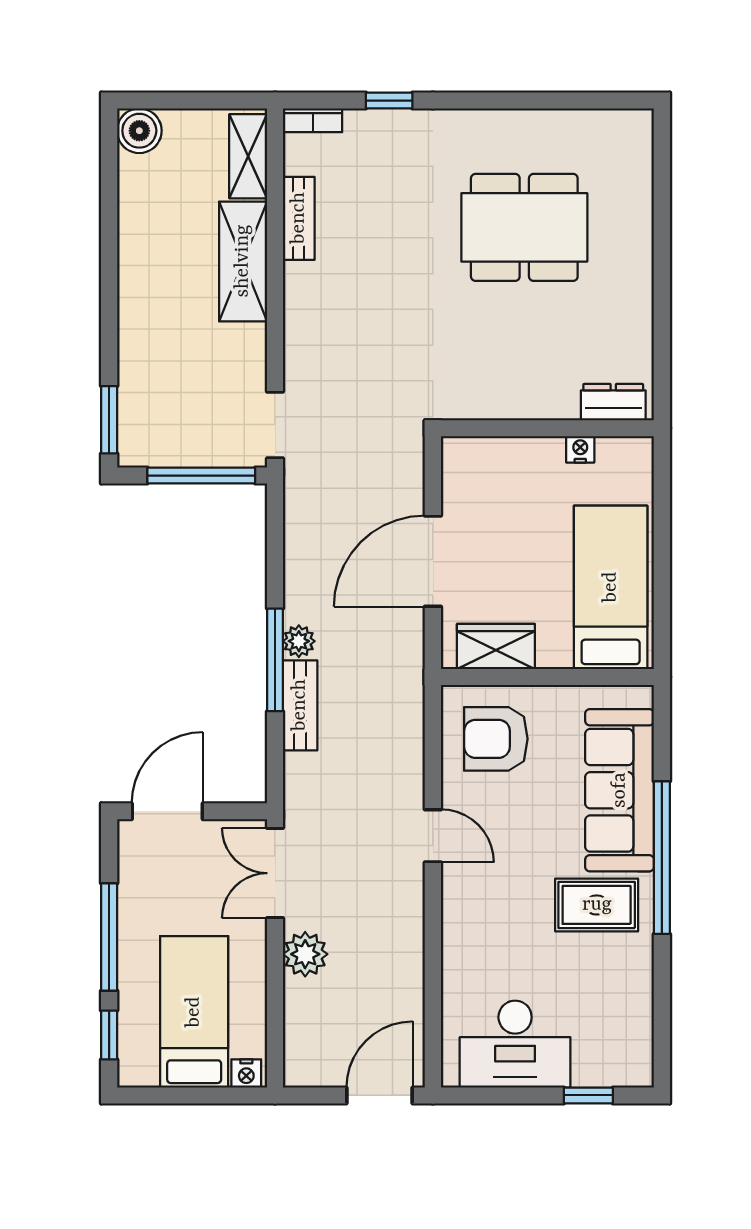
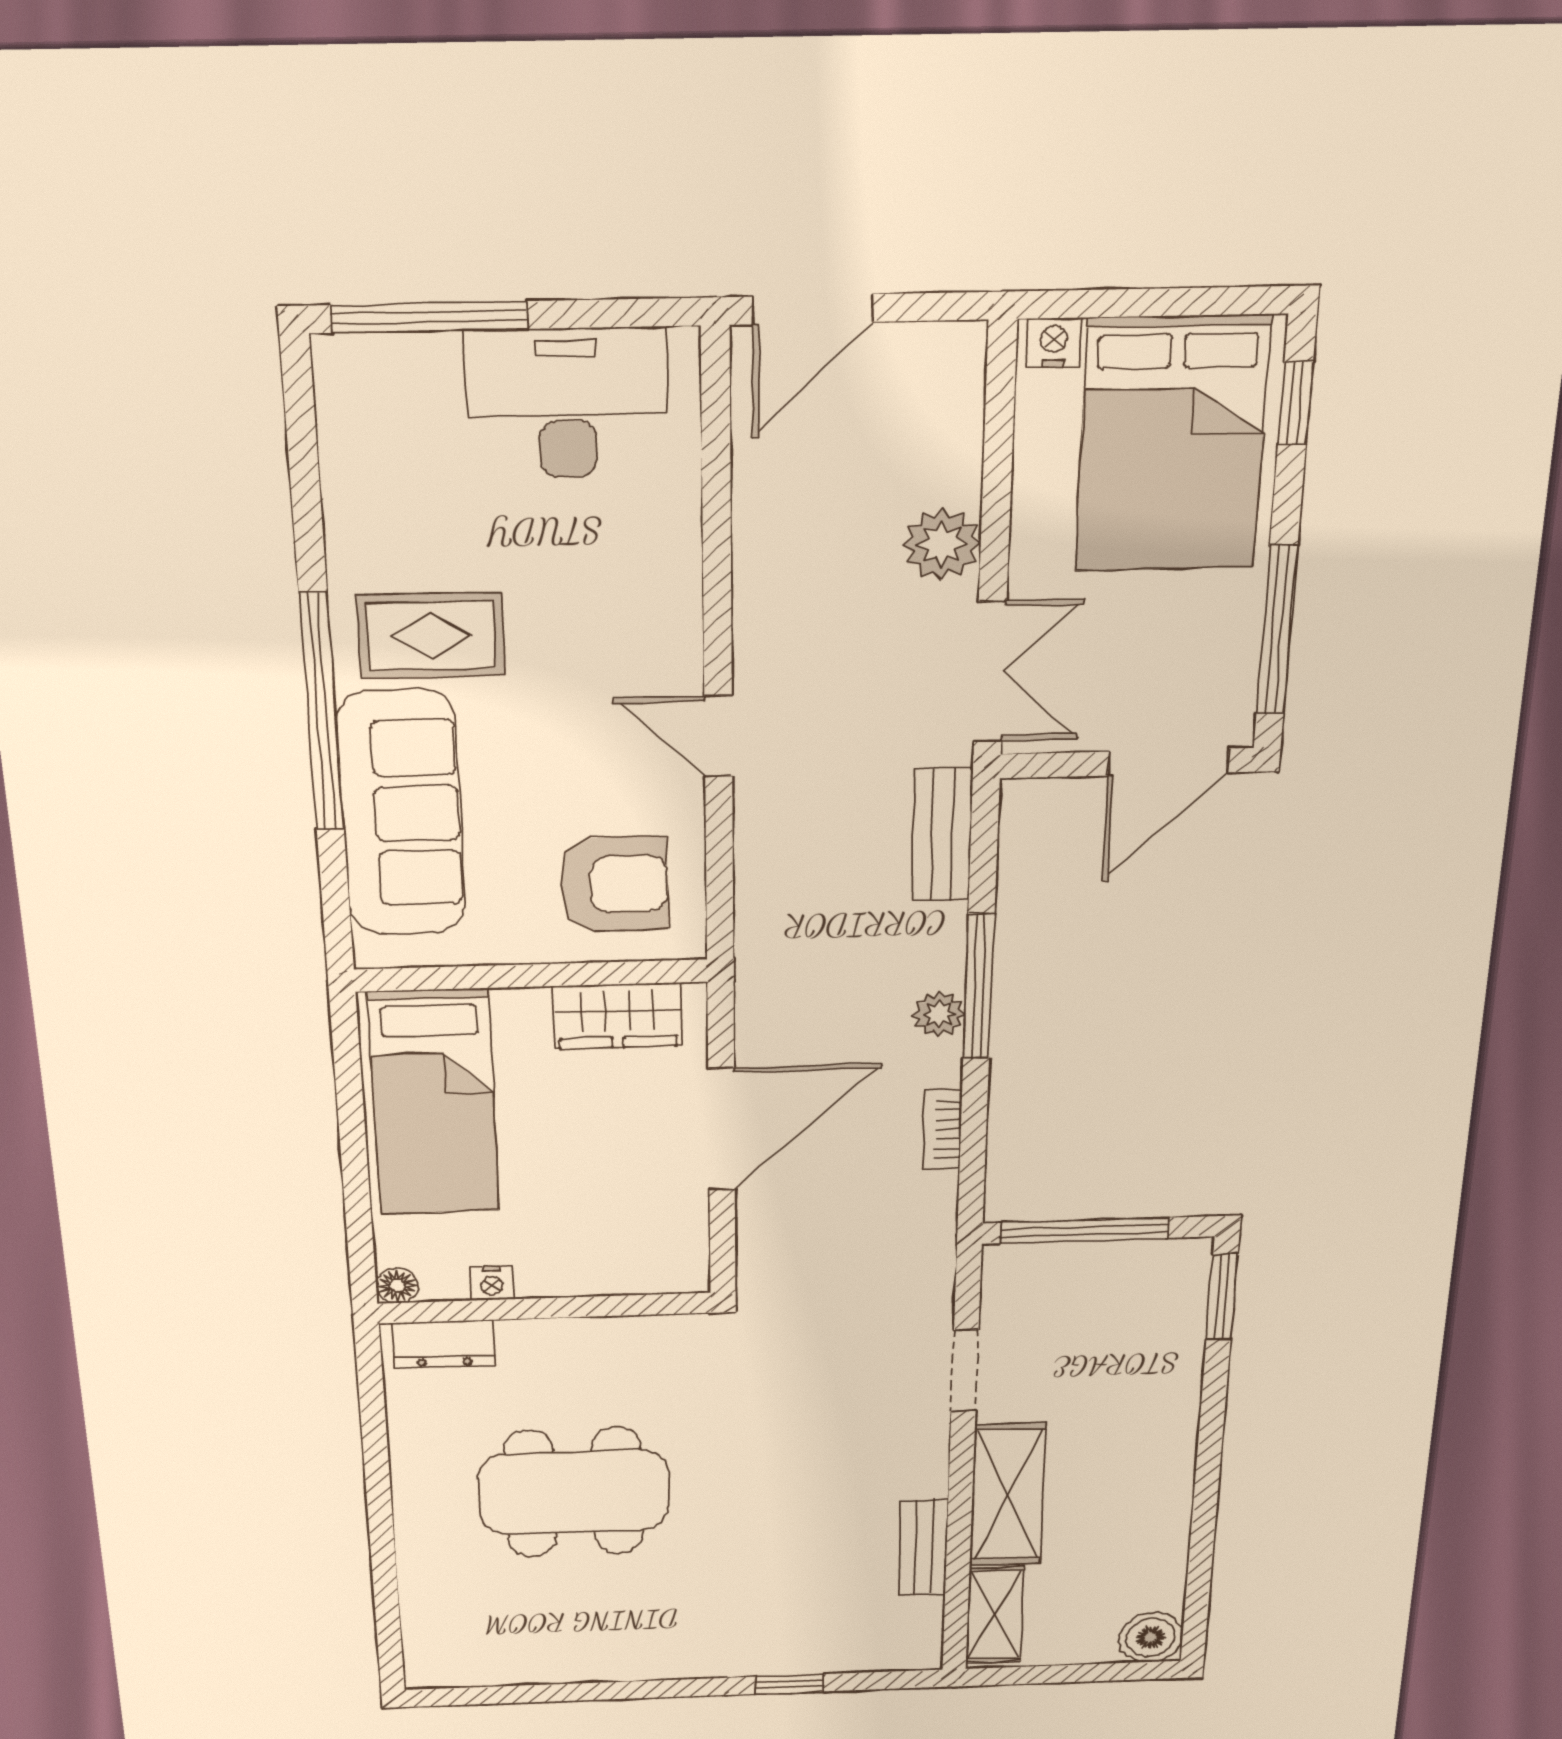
bookcase: (313, 120) -> (942, 1129), moved, turned -90
dining table: (524, 227) -> (574, 1492), moved
doorway: (275, 425) -> (965, 1371), moved
floor lamp: (640, 450) -> (397, 1286), added
bench: (300, 705) -> (942, 835), moved
window: (109, 937) -> (1277, 630), moved
bed: (194, 1012) -> (1172, 444), width x1.50
window: (588, 1095) -> (429, 317), width x2.17

